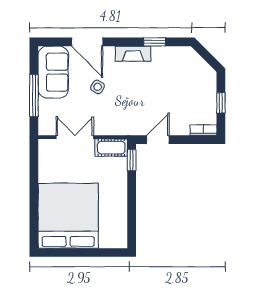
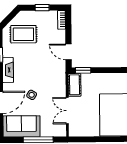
rug: (183, 76) -> (23, 34), added

